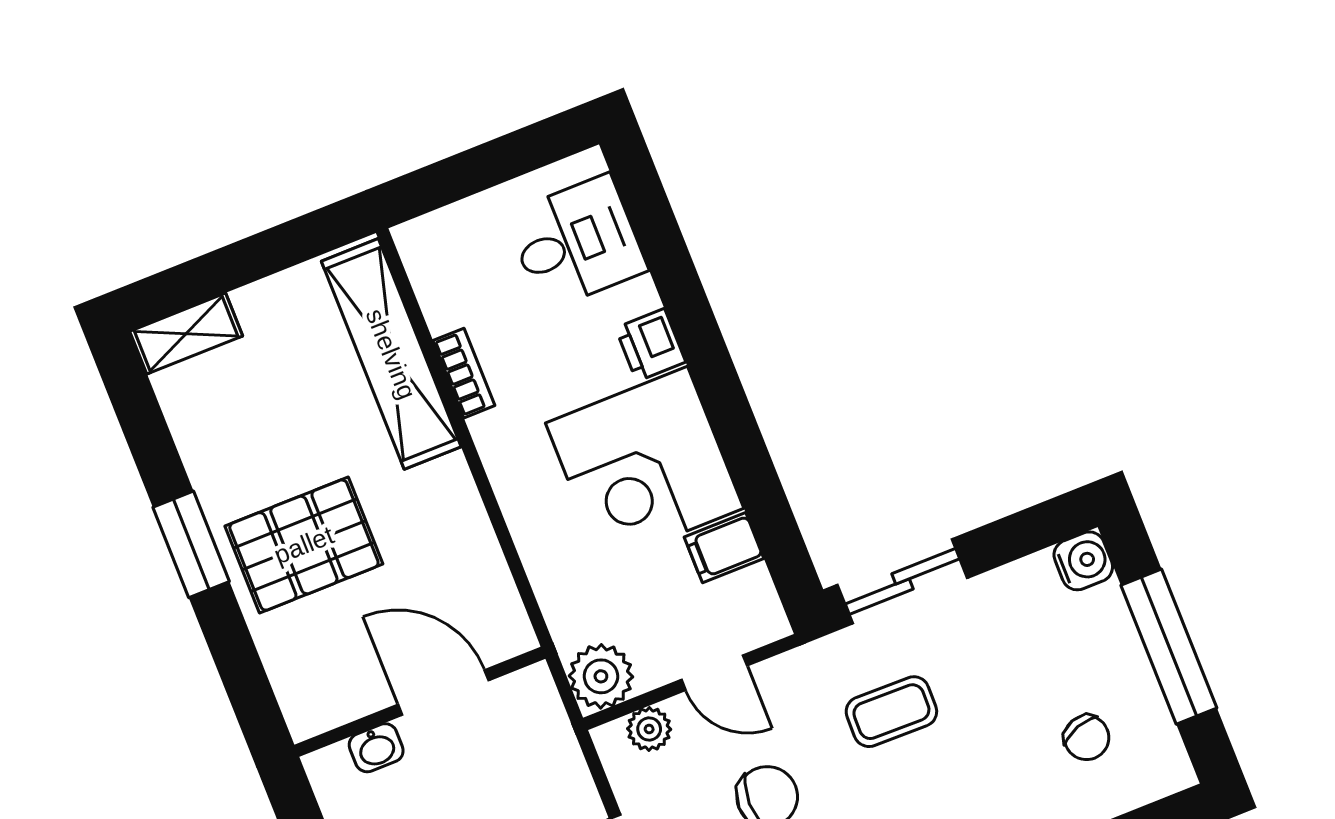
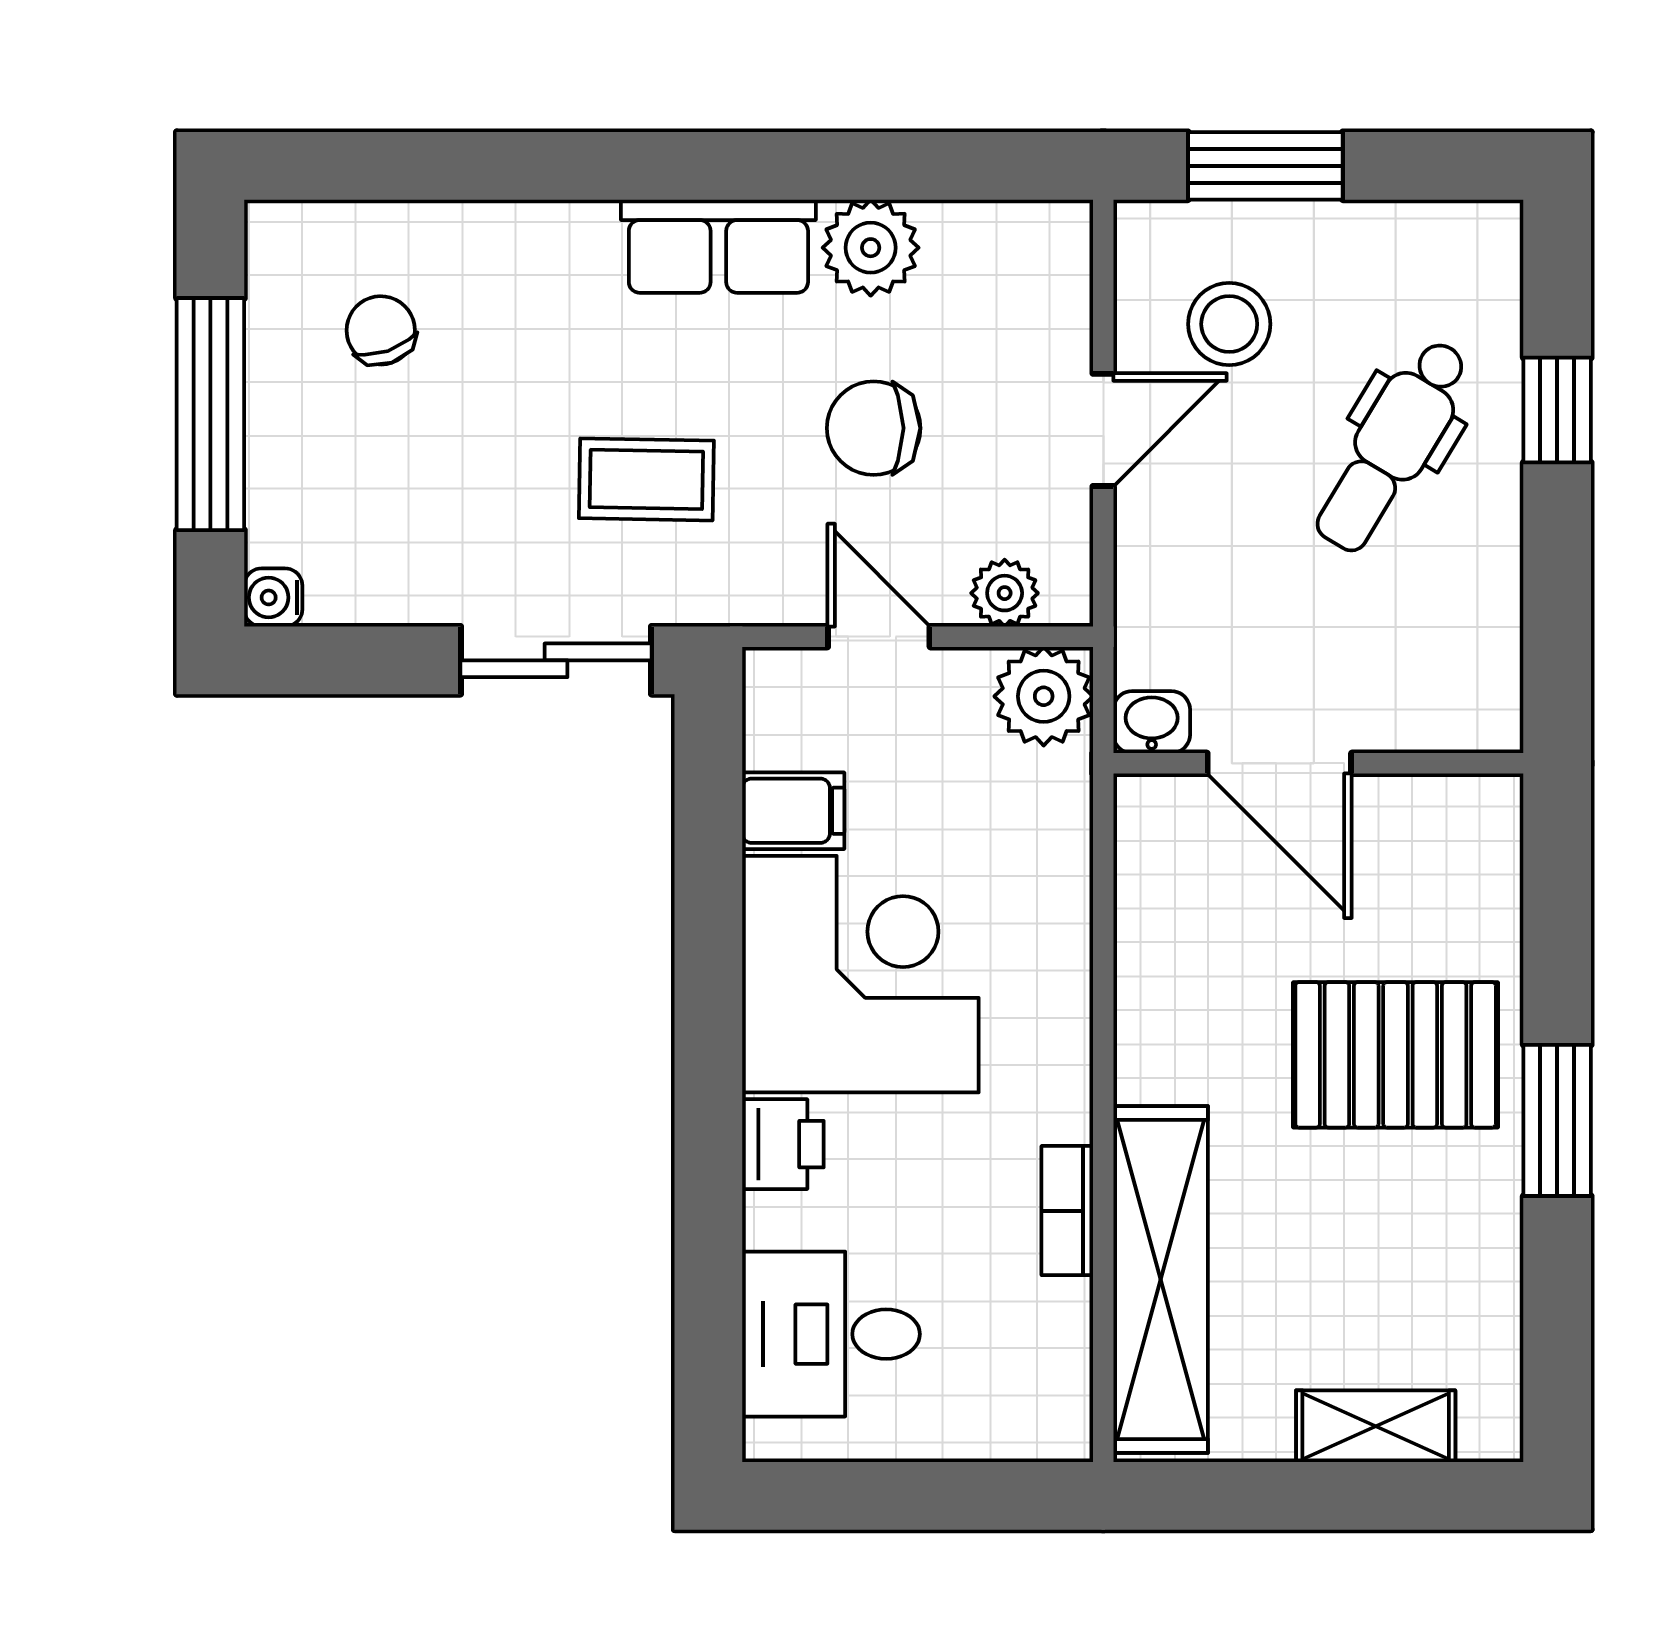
shelving: (186, 334) -> (1376, 1426), moved
water cooler: (1083, 561) -> (273, 597), width x0.72, depth x0.72
washbasin: (376, 748) -> (1152, 722), moved

